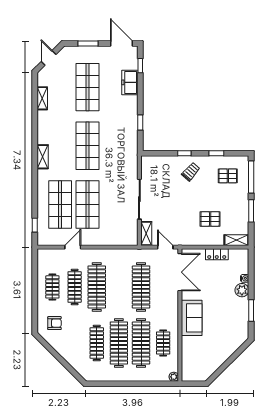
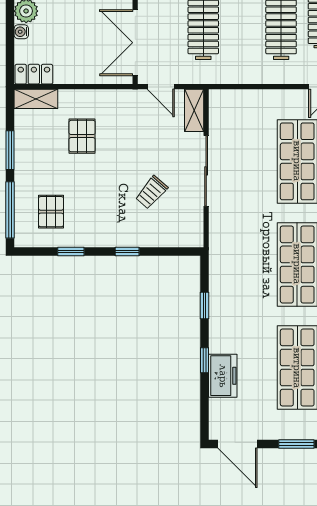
window: (140, 66) -> (205, 360), moved
trolley: (191, 172) -> (152, 192), moved
pallet: (228, 176) -> (51, 212), turned 90
pallet: (210, 219) -> (82, 136), turned 90
locker: (217, 254) -> (34, 74), moved

